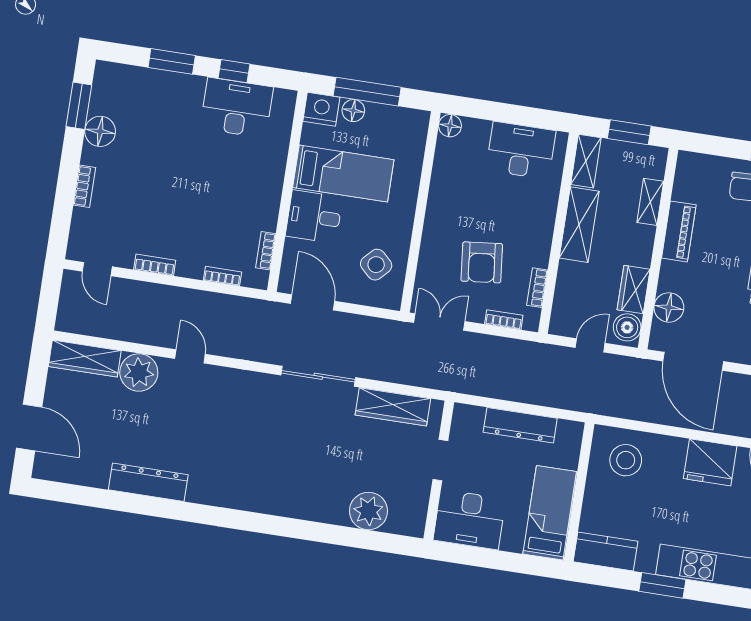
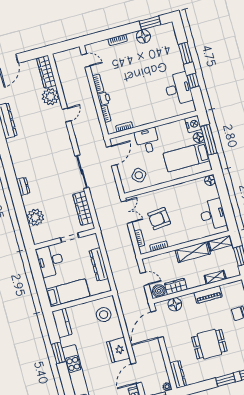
bed: (343, 174) -> (186, 157), moved, turned 90
printer: (190, 266) -> (104, 98), added
door: (97, 269) -> (86, 60), swing flipped
dresser: (295, 508) -> (23, 186), added

